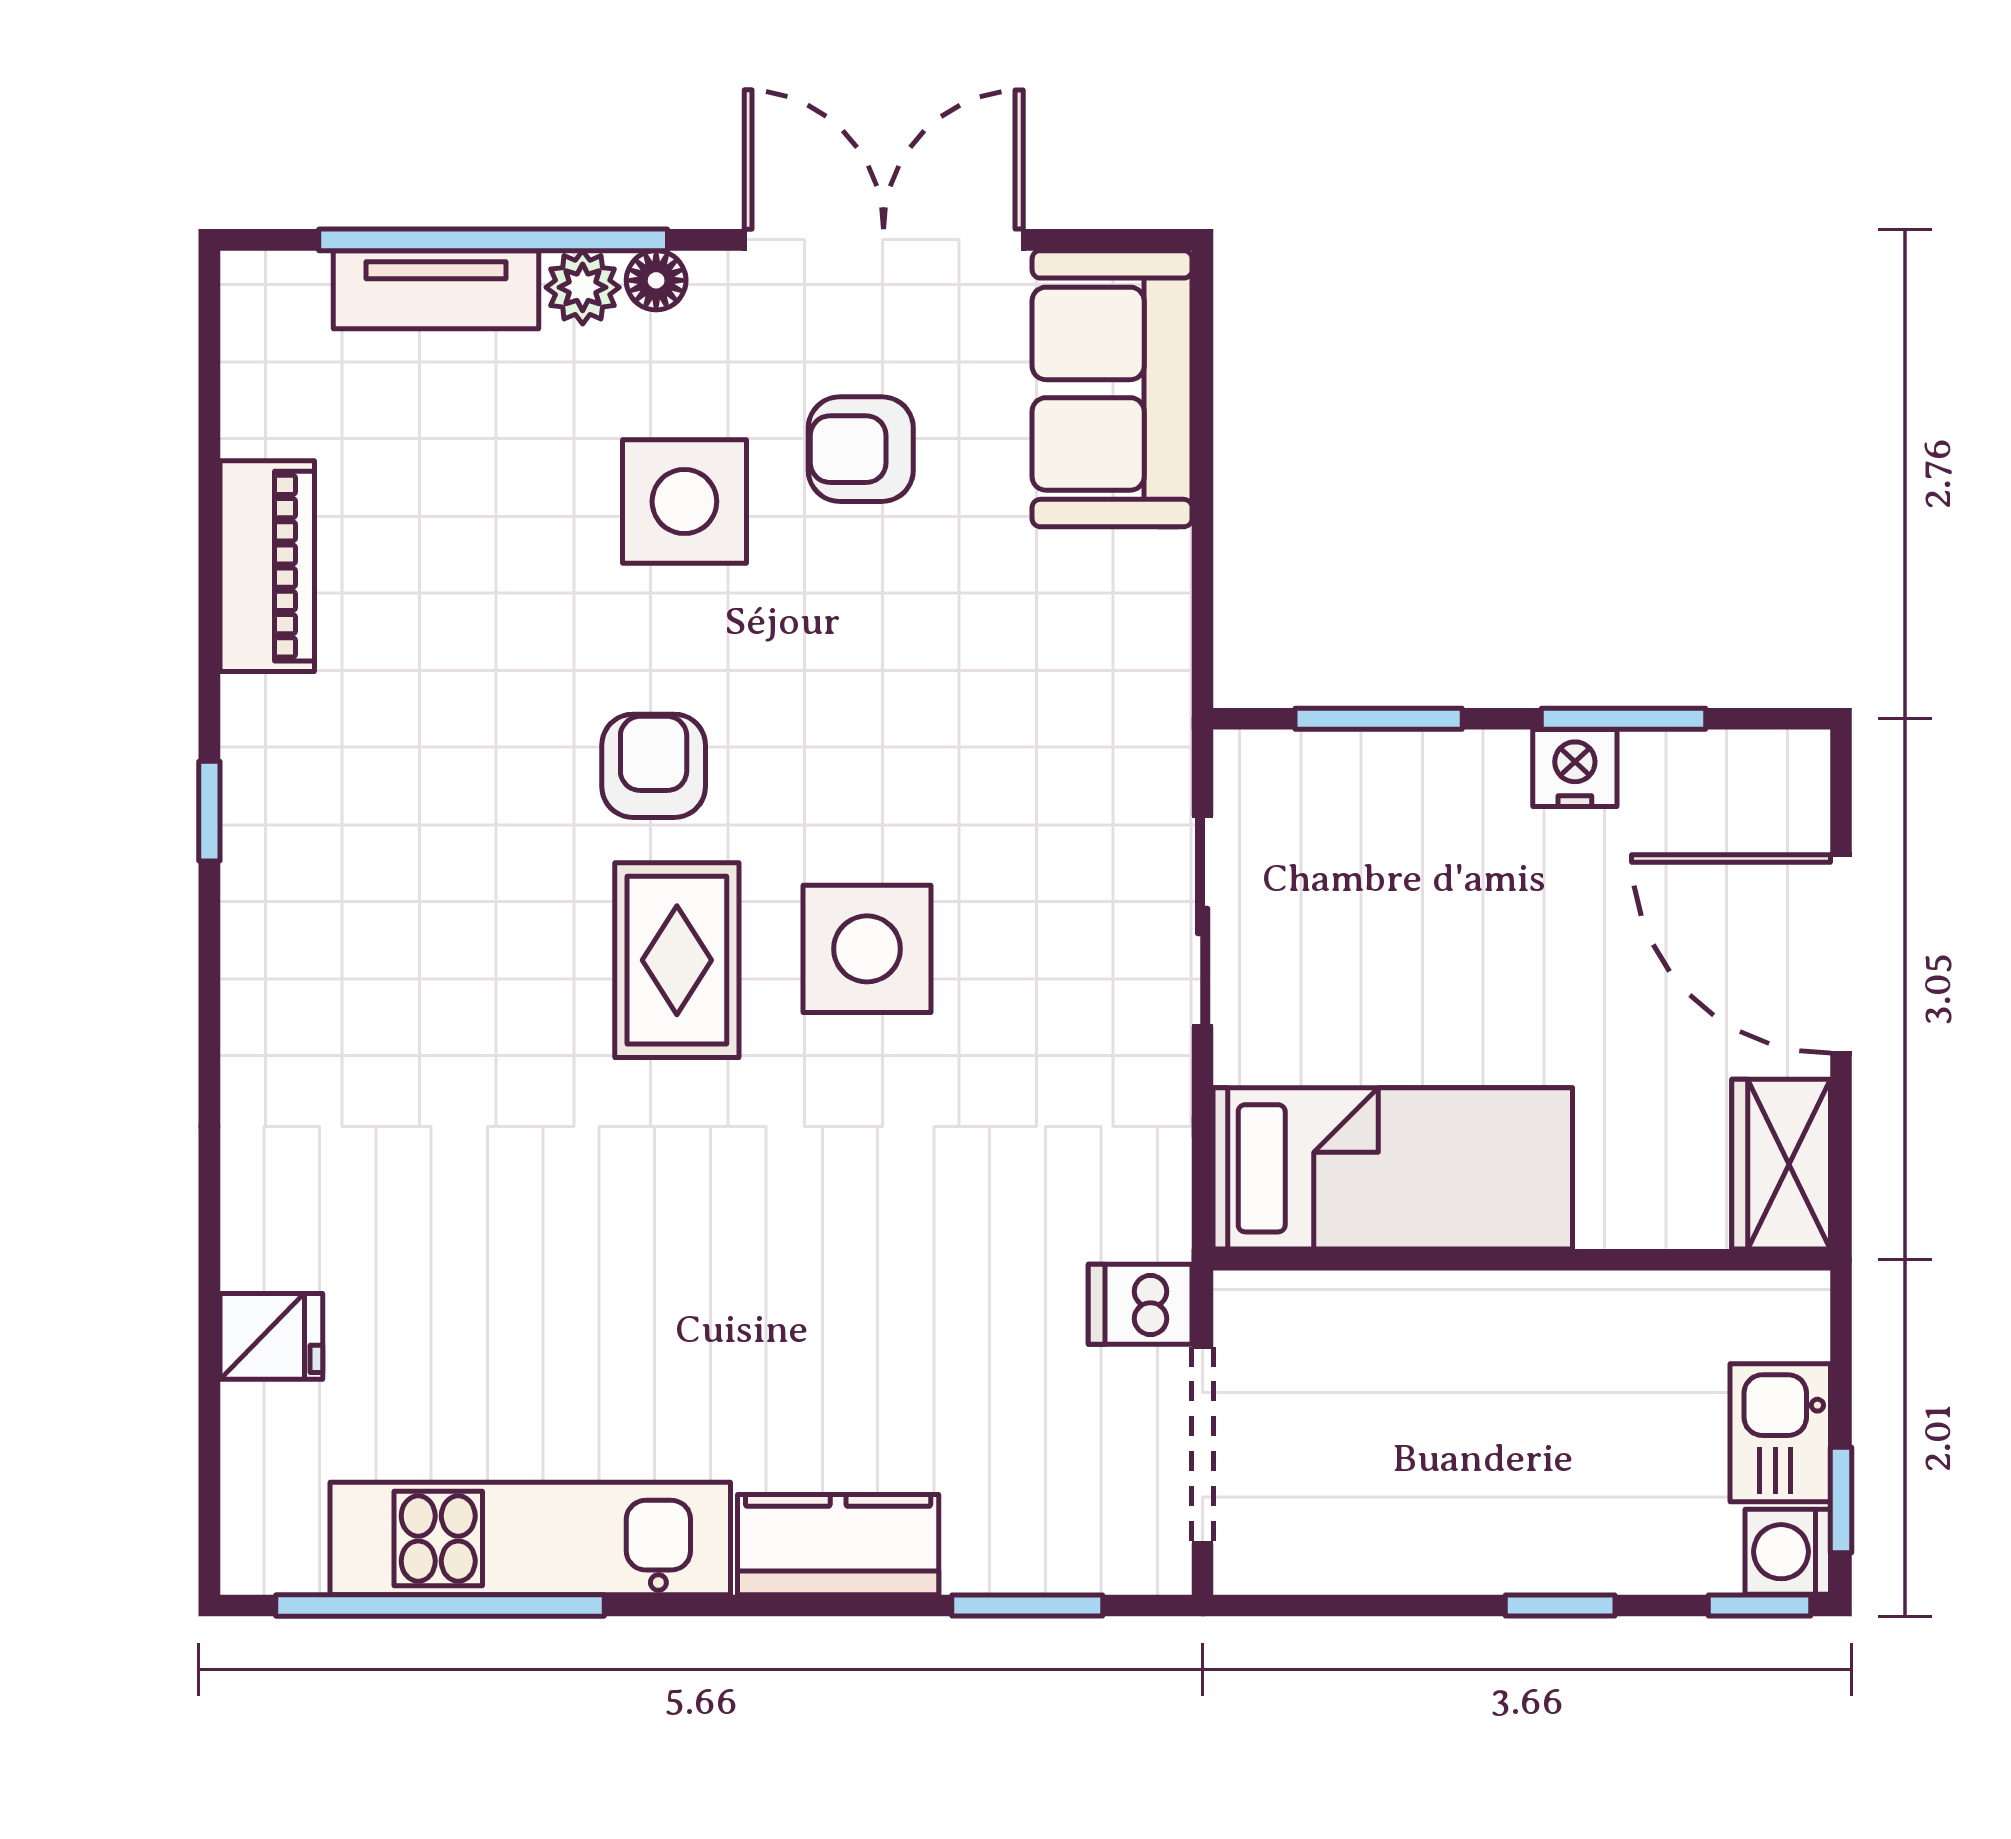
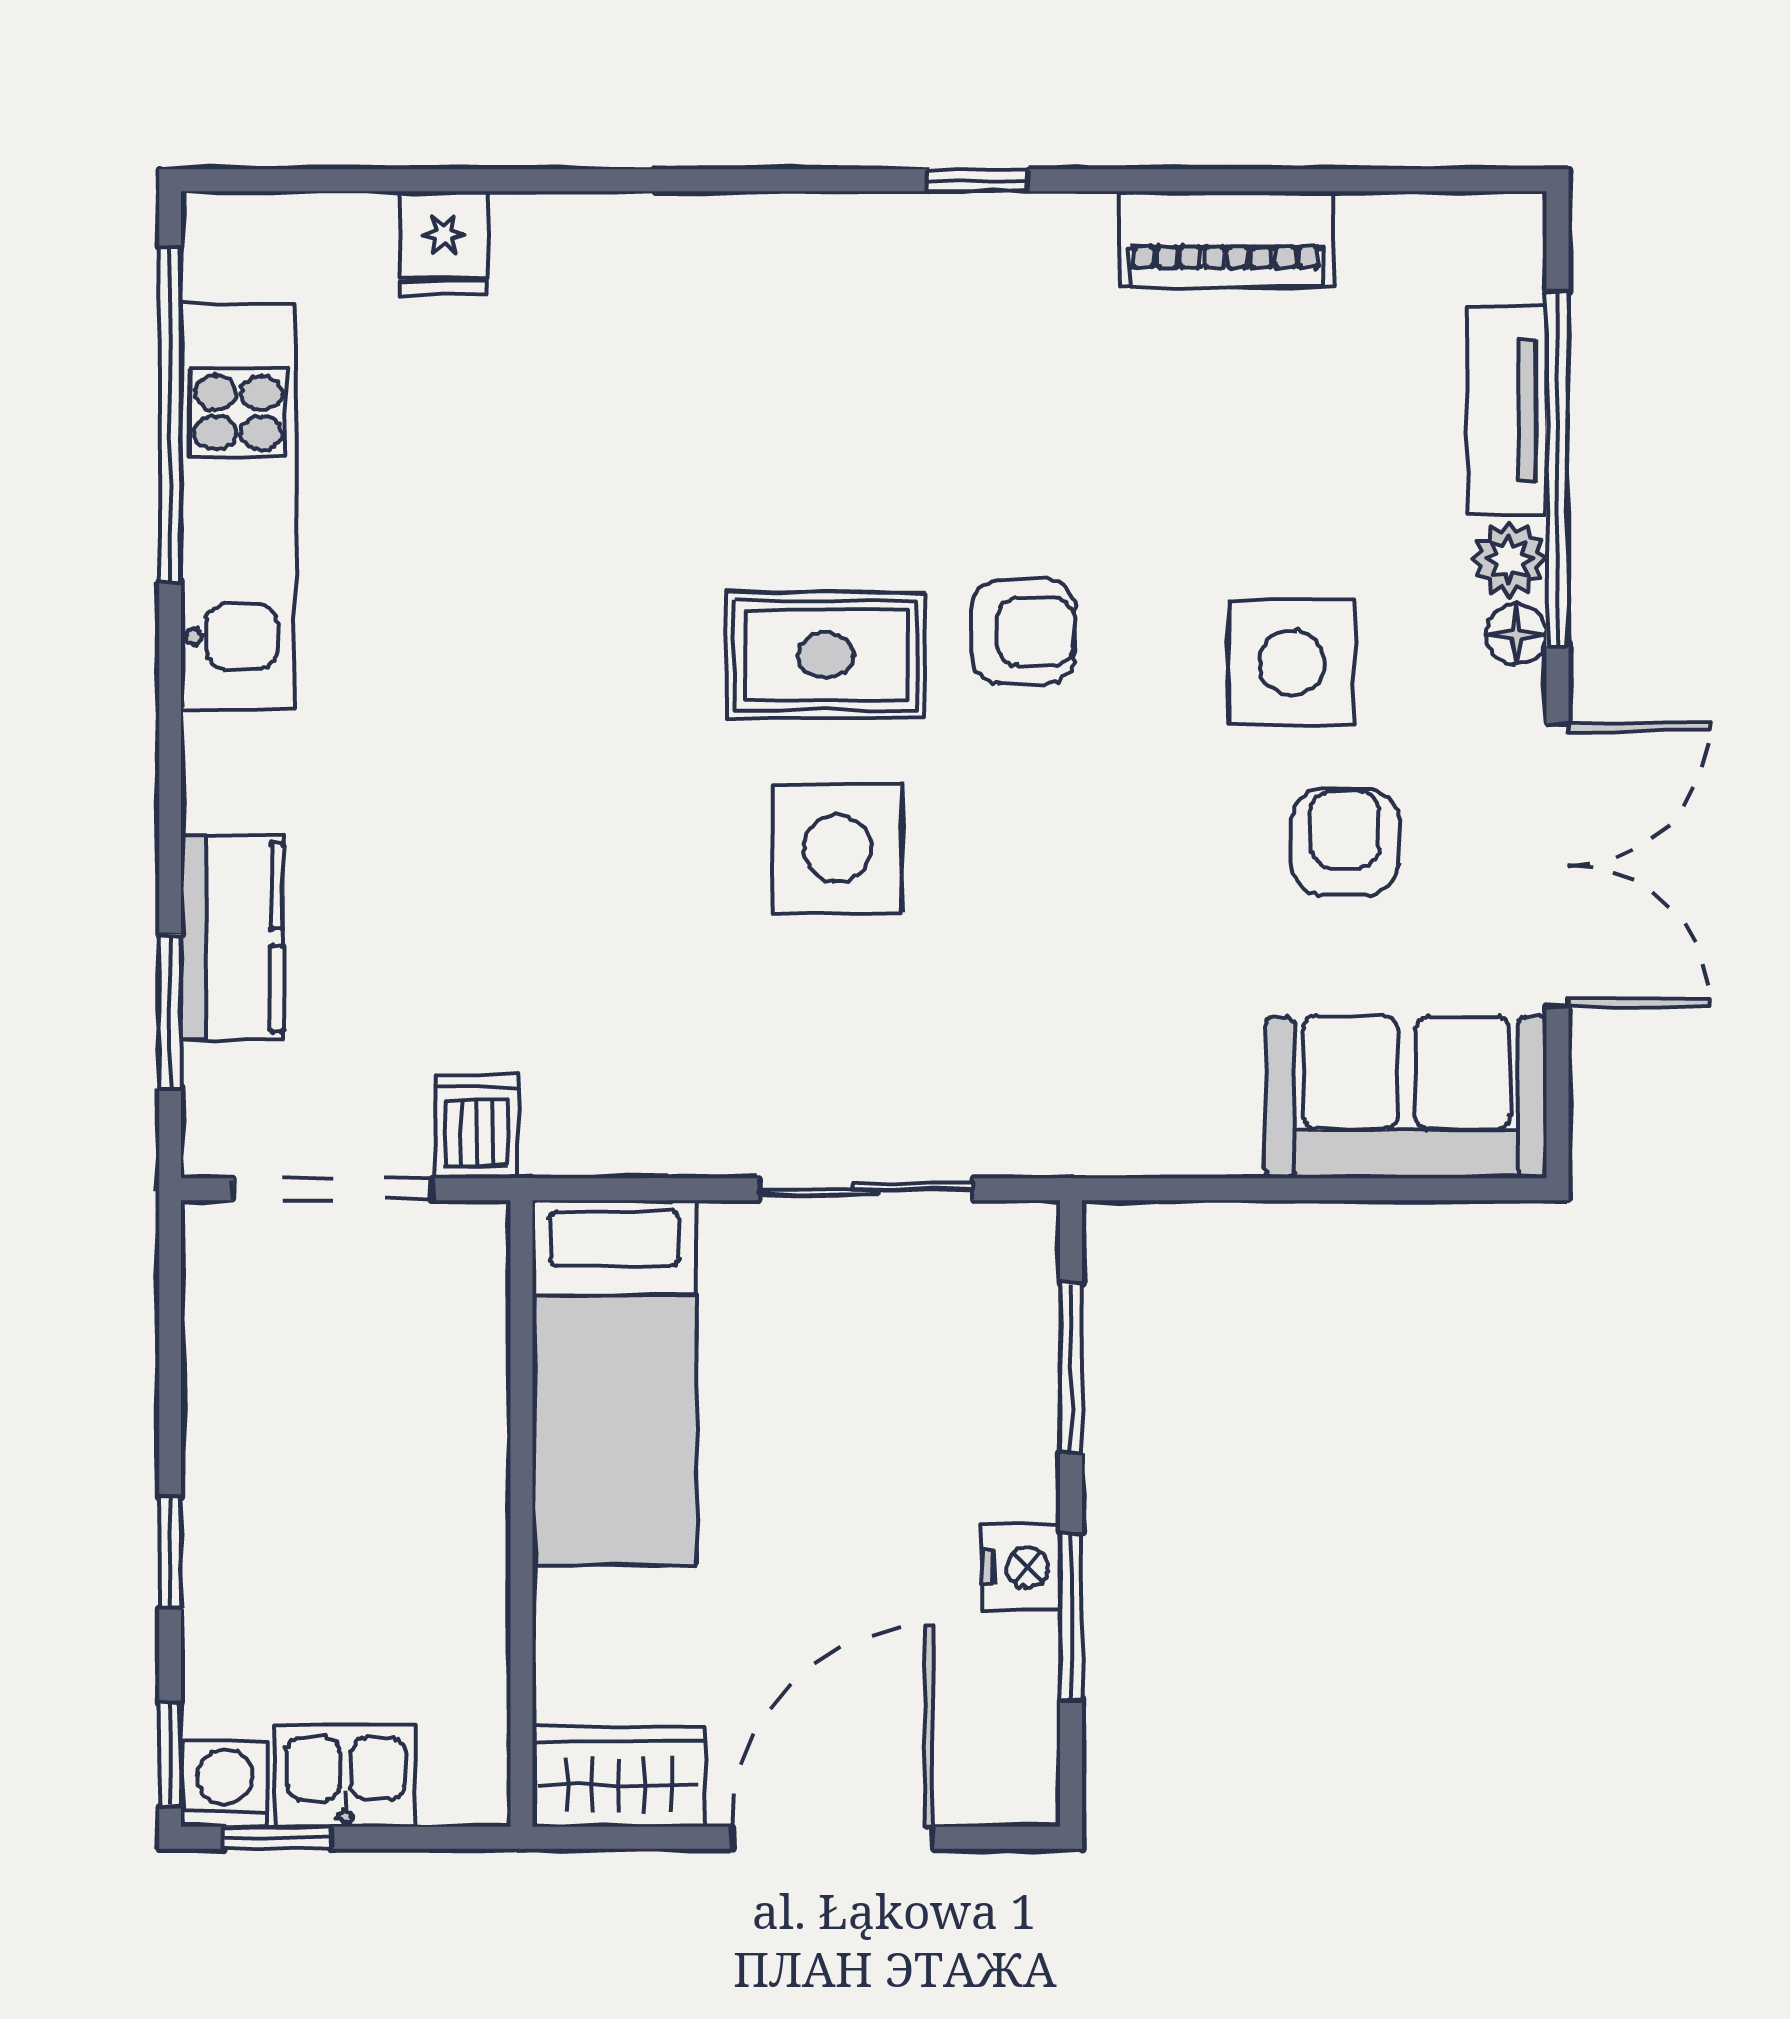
kitchen counter: (838, 1545) -> (232, 937), moved

